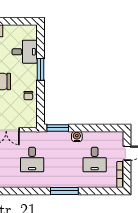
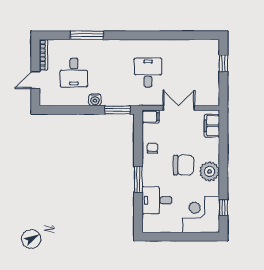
filing cabinet: (30, 122) -> (151, 117), added
desk: (95, 159) -> (74, 73), turned 180
window: (64, 191) -> (87, 35), moved

